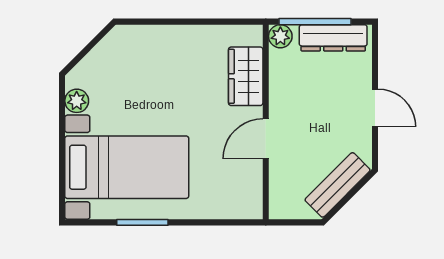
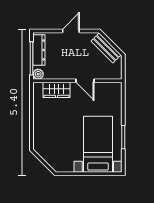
plant: (77, 101) -> (68, 167), removed

